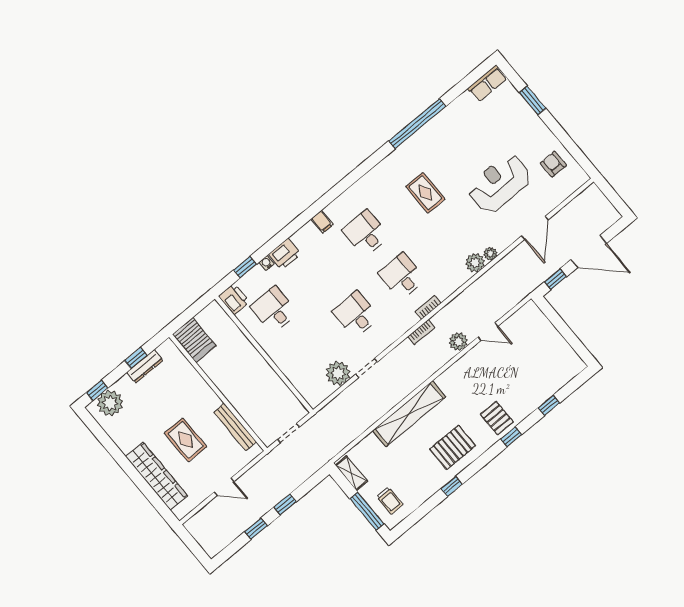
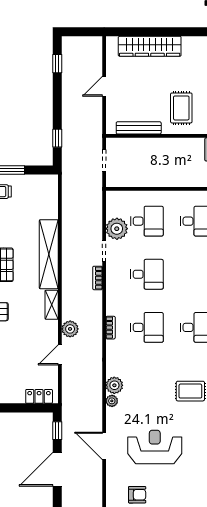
reception desk: (499, 183) -> (155, 447), turned -90
locker: (539, 320) -> (39, 396), added
bookcase: (421, 332) -> (98, 278), moved
desk: (310, 353) -> (147, 221), added
rug: (186, 440) -> (181, 108), moved, turned 90
shelving: (351, 473) -> (52, 305), moved, turned 90
window: (285, 504) -> (57, 138), moved
window: (256, 529) -> (57, 64), moved

